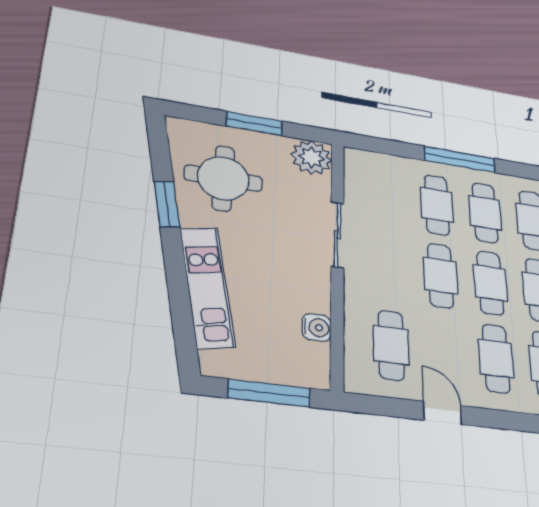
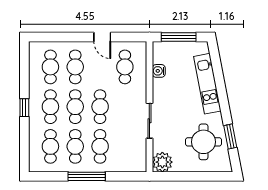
window: (254, 124) -> (191, 176), removed
window: (167, 204) -> (230, 136), moved

